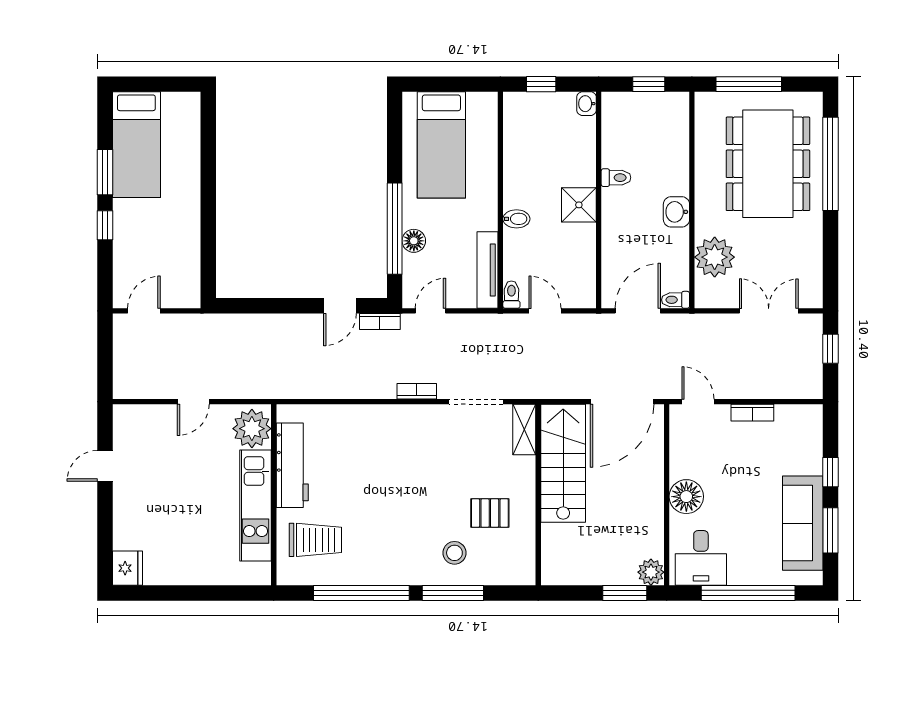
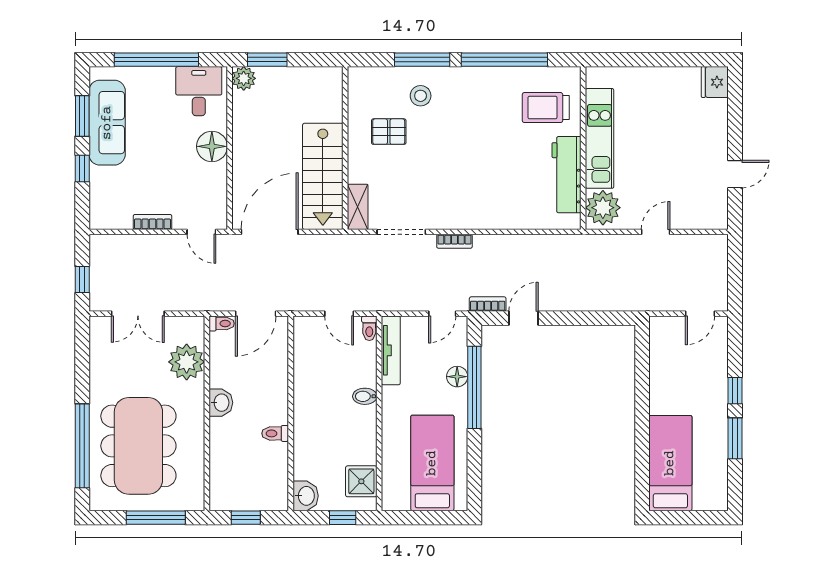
washbasin: (587, 104) -> (306, 496), width x1.38, depth x1.45
bed: (136, 145) -> (670, 463), moved
shower: (579, 205) -> (361, 481), moved

